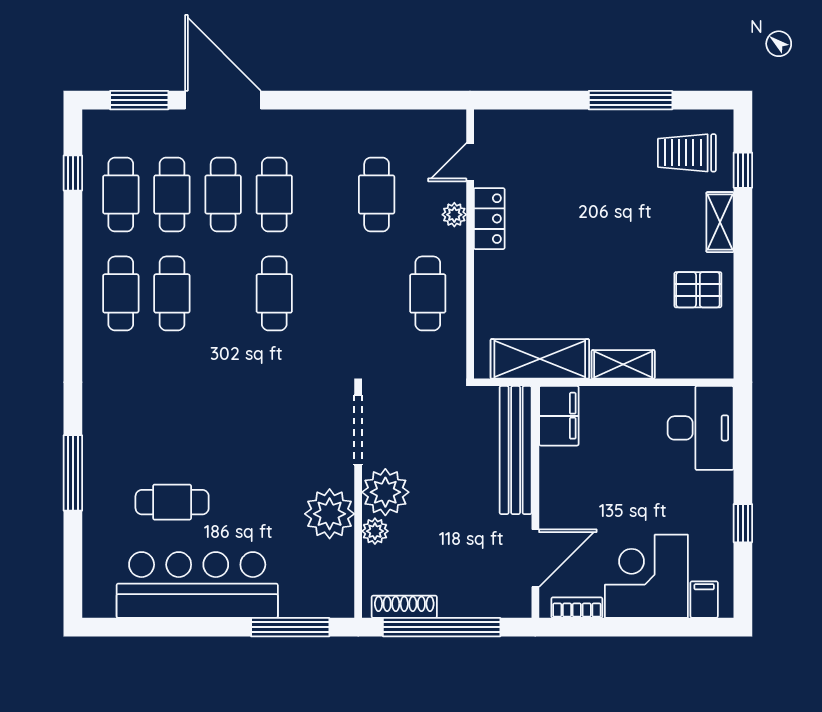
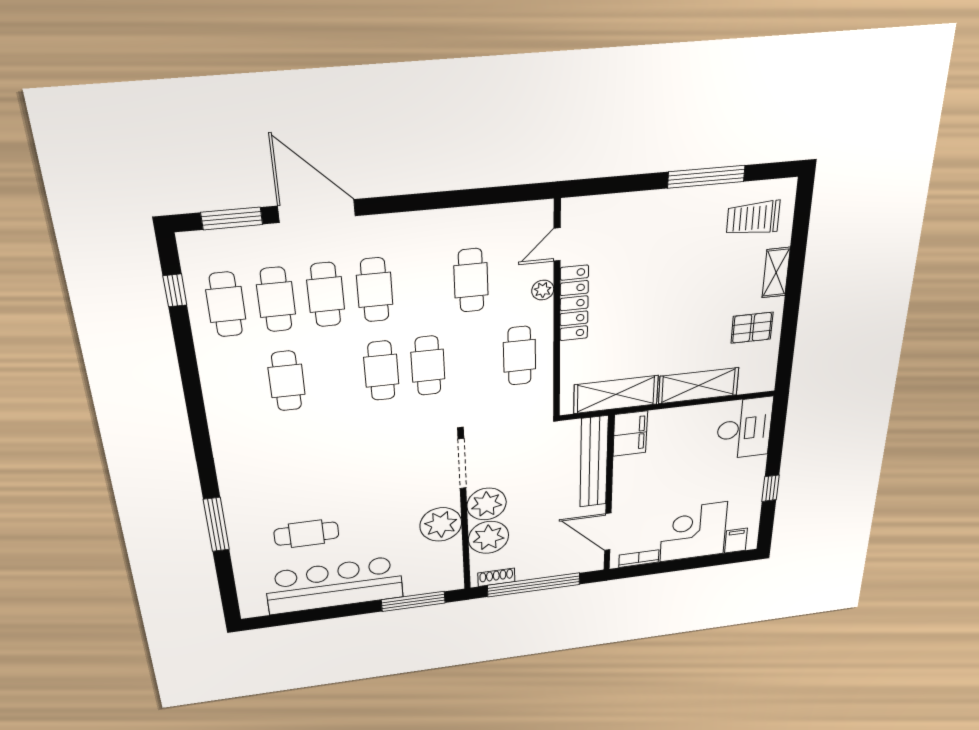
window: (743, 170) -> (800, 228), removed
locker: (489, 219) -> (574, 303), width x1.53
cafe table: (121, 293) -> (428, 366), moved
shelving: (623, 364) -> (698, 386), width x1.50, depth x1.33
plant: (375, 531) -> (489, 537), width x1.88, depth x1.88
door: (535, 558) -> (608, 532), swing flipped
shoe rack: (404, 607) -> (496, 577), width x0.70

